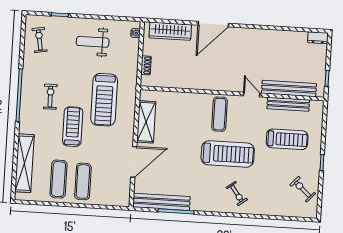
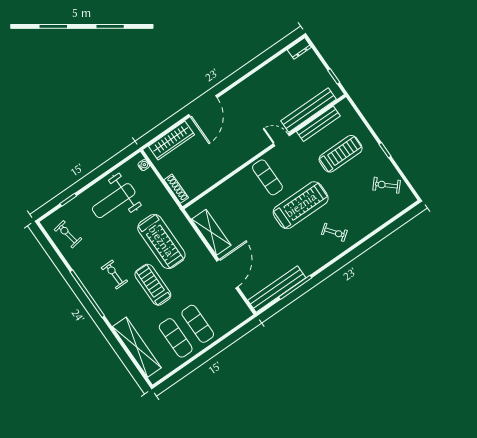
weight bench: (93, 42) -> (114, 201), width x1.36, depth x1.33
shoe rack: (146, 65) -> (176, 189), width x1.43

